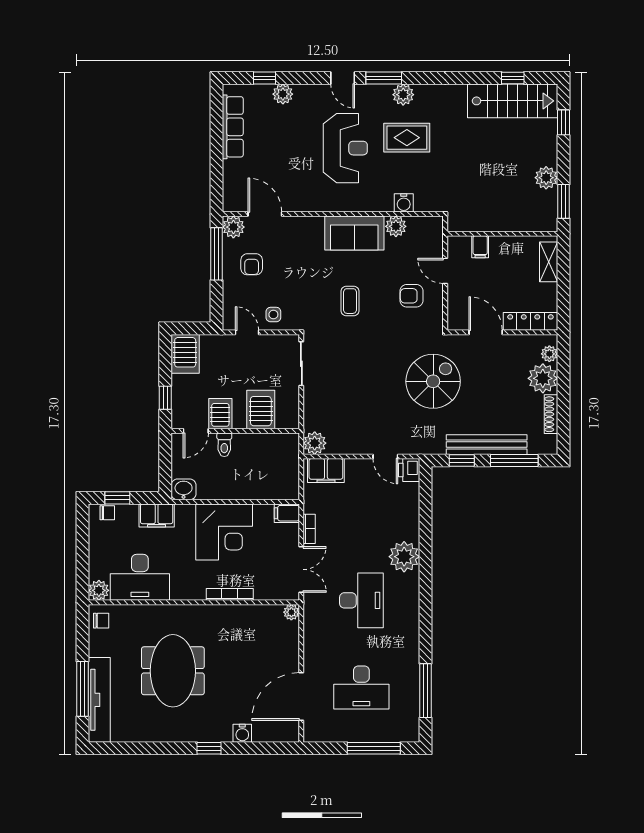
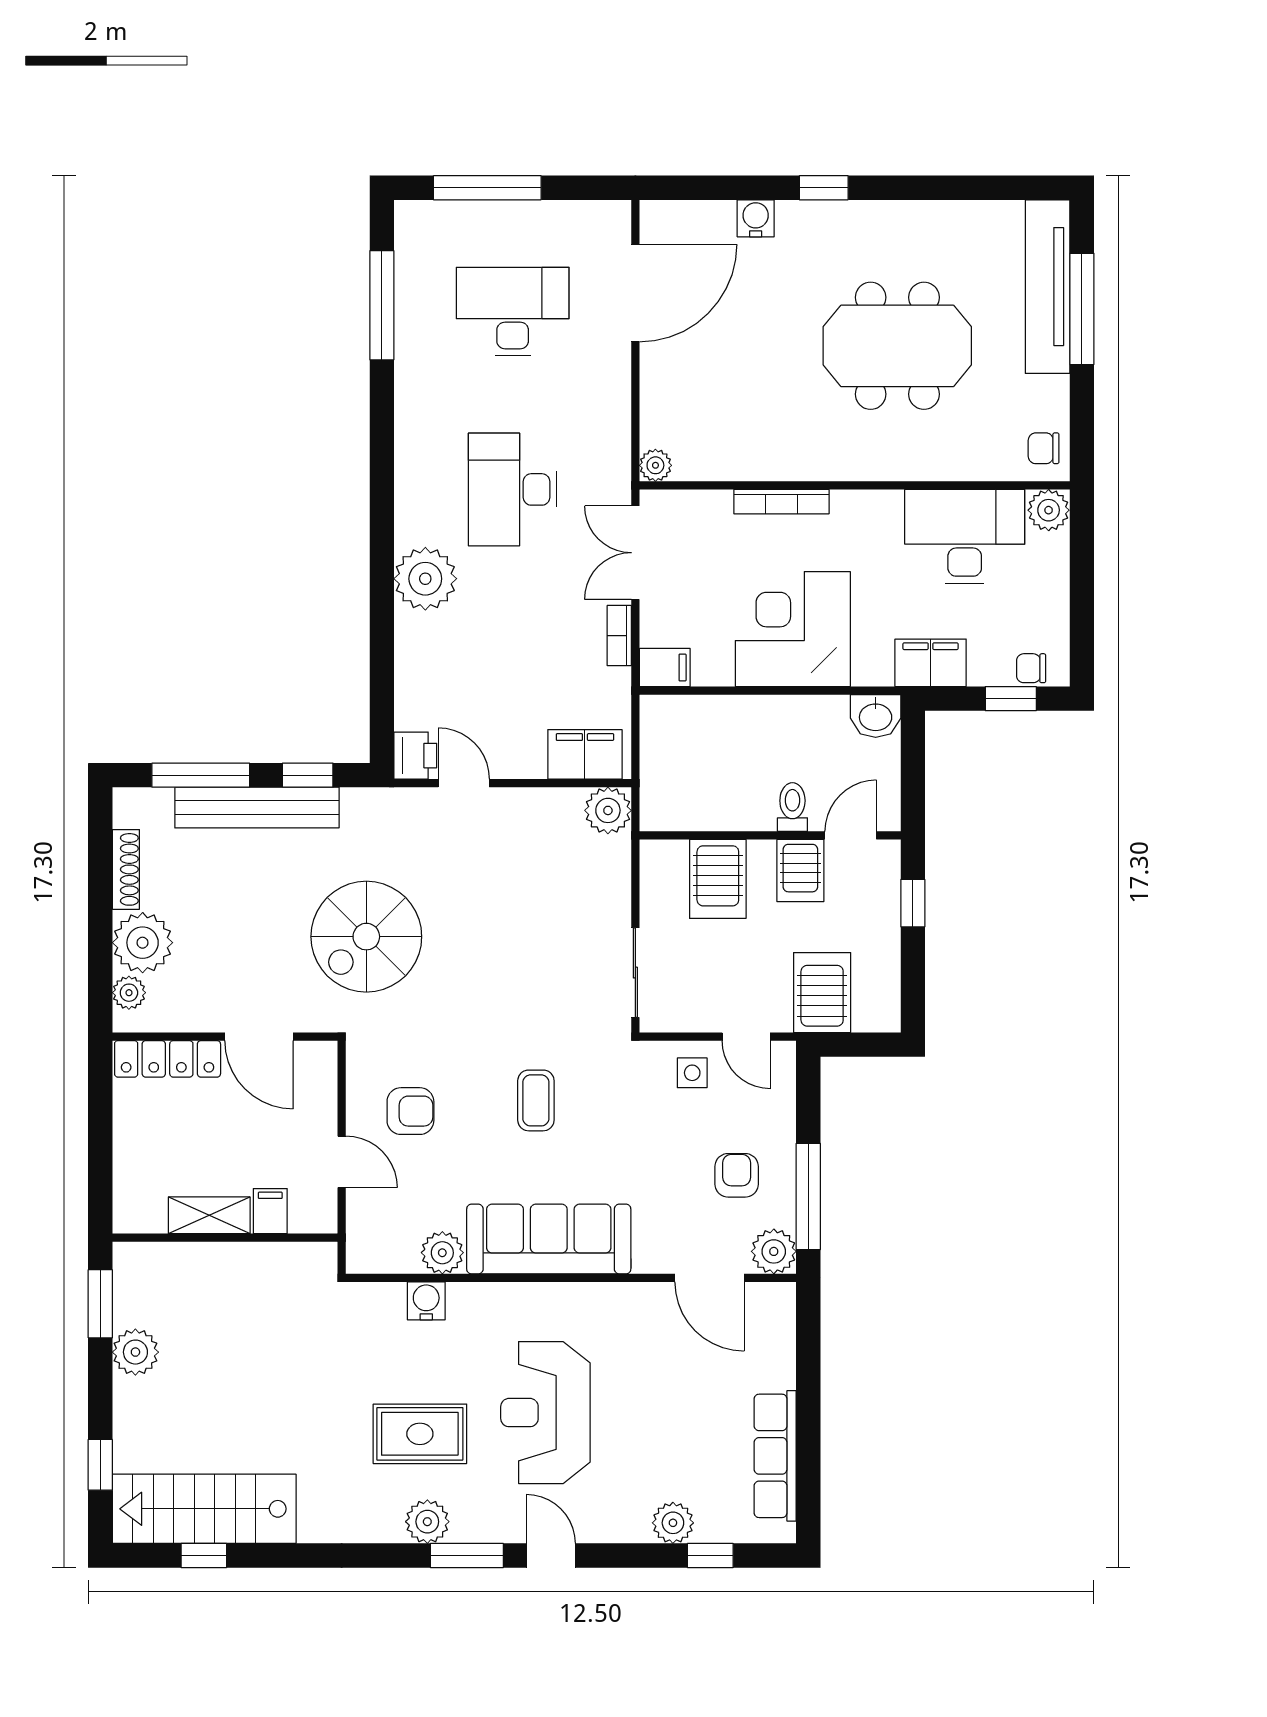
sofa: (354, 233) -> (549, 1239), width x1.36
shelving: (549, 262) -> (209, 1215), moved, turned 90
server rack: (185, 354) -> (822, 993), moved
meeting table: (173, 671) -> (897, 346), turned 90

